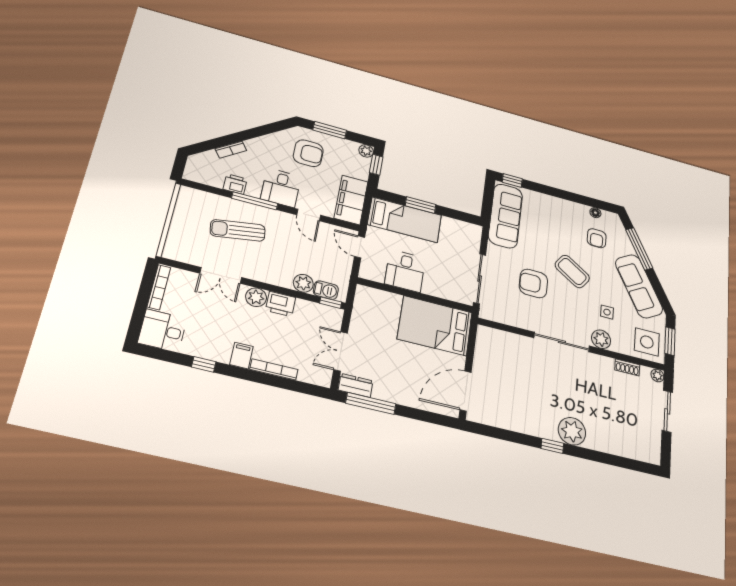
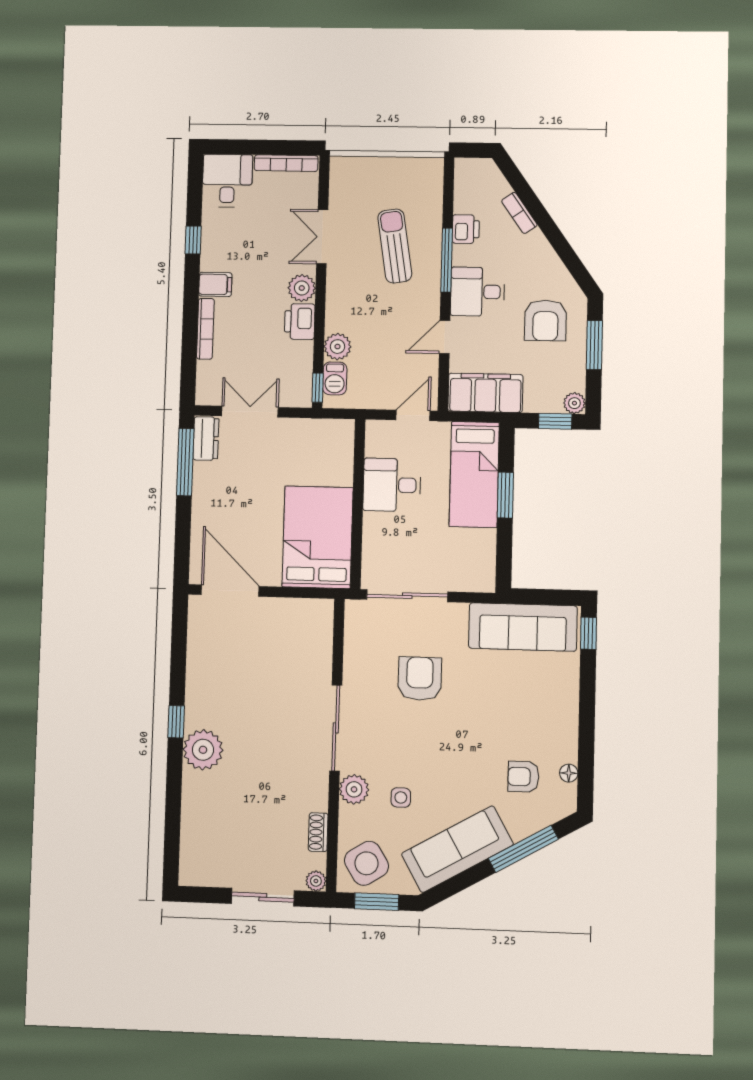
coffee table: (572, 271) -> (455, 739), removed
side table: (647, 342) -> (366, 863), turned -32

